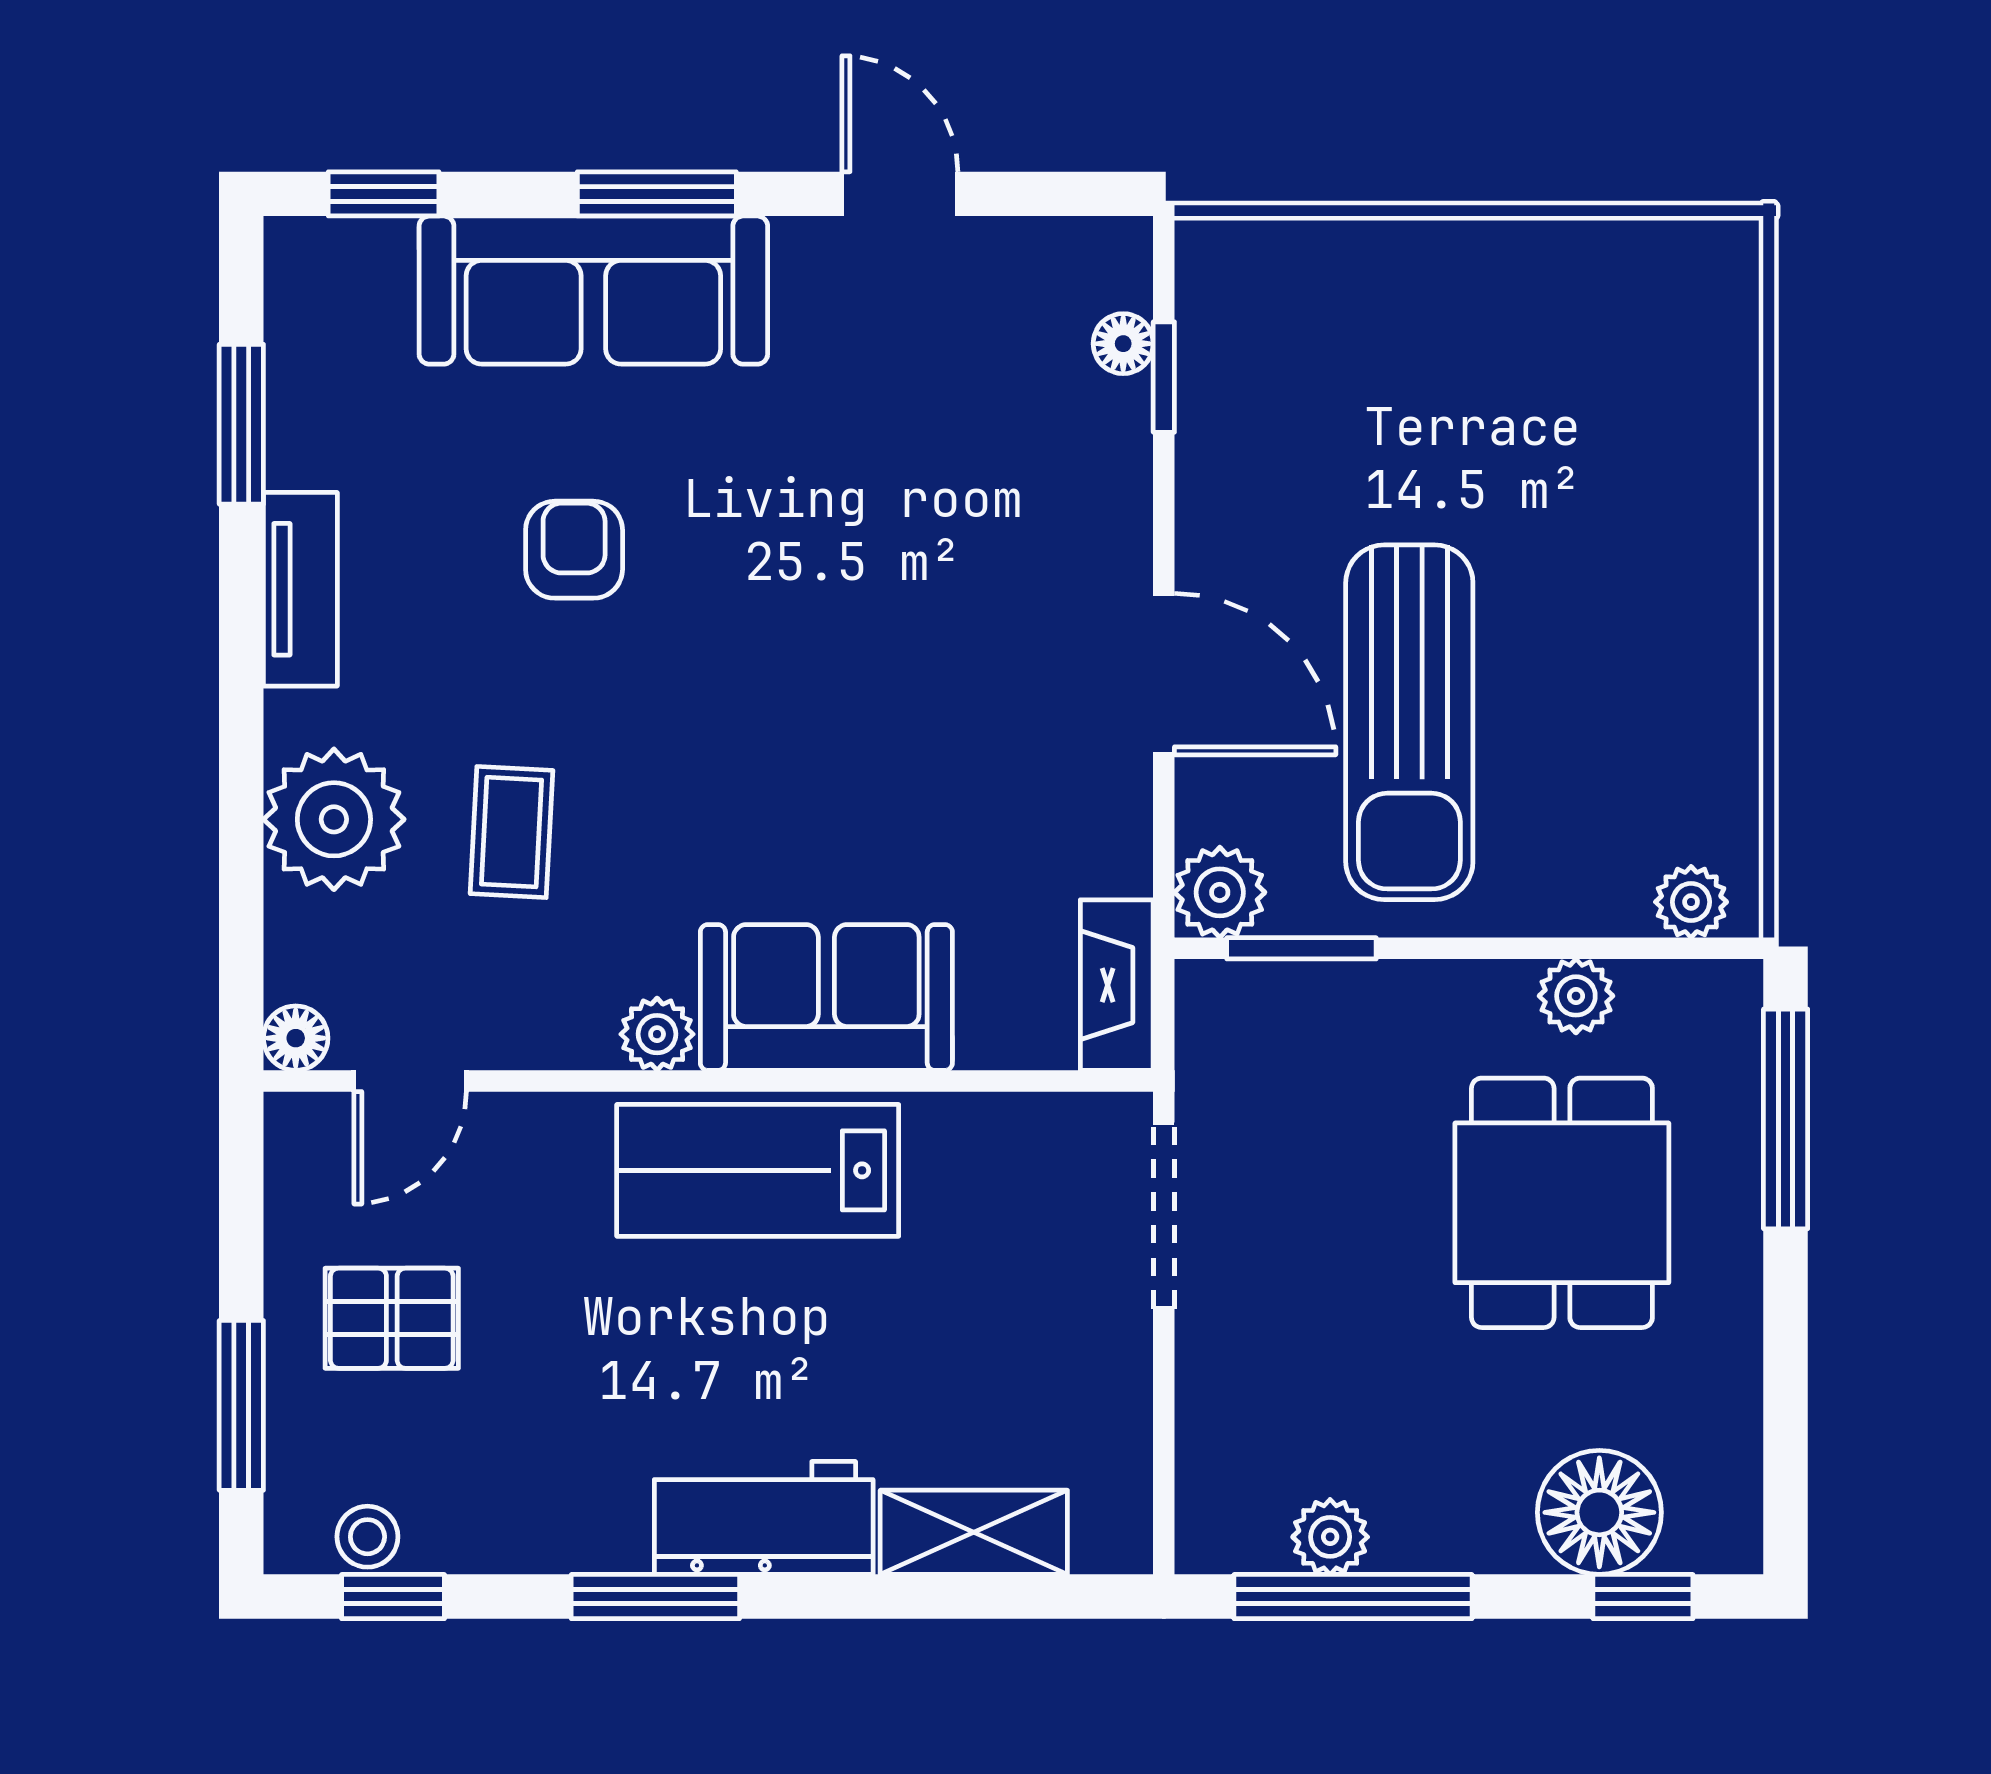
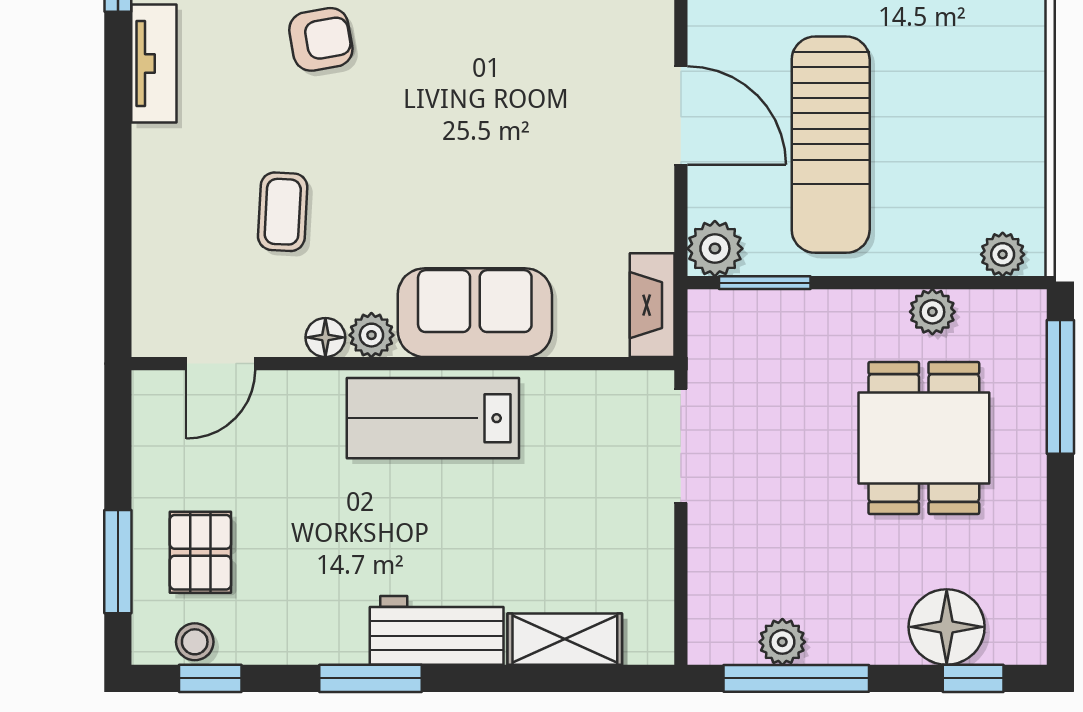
armchair: (574, 550) -> (321, 39), turned 80
plant: (334, 819) -> (174, 204), removed
floor lamp: (296, 1038) -> (325, 337), moved
pallet: (392, 1318) -> (200, 552), moved, turned 90

